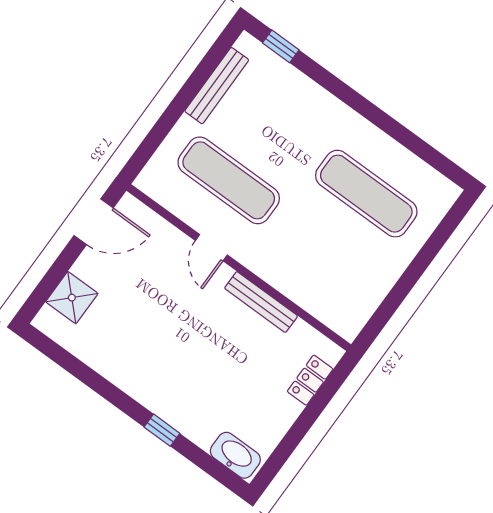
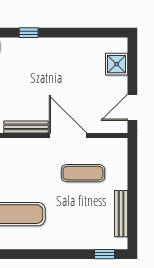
exercise mat: (229, 180) -> (83, 173), width x0.73, depth x0.69
door: (211, 248) -> (68, 136), width x1.87

